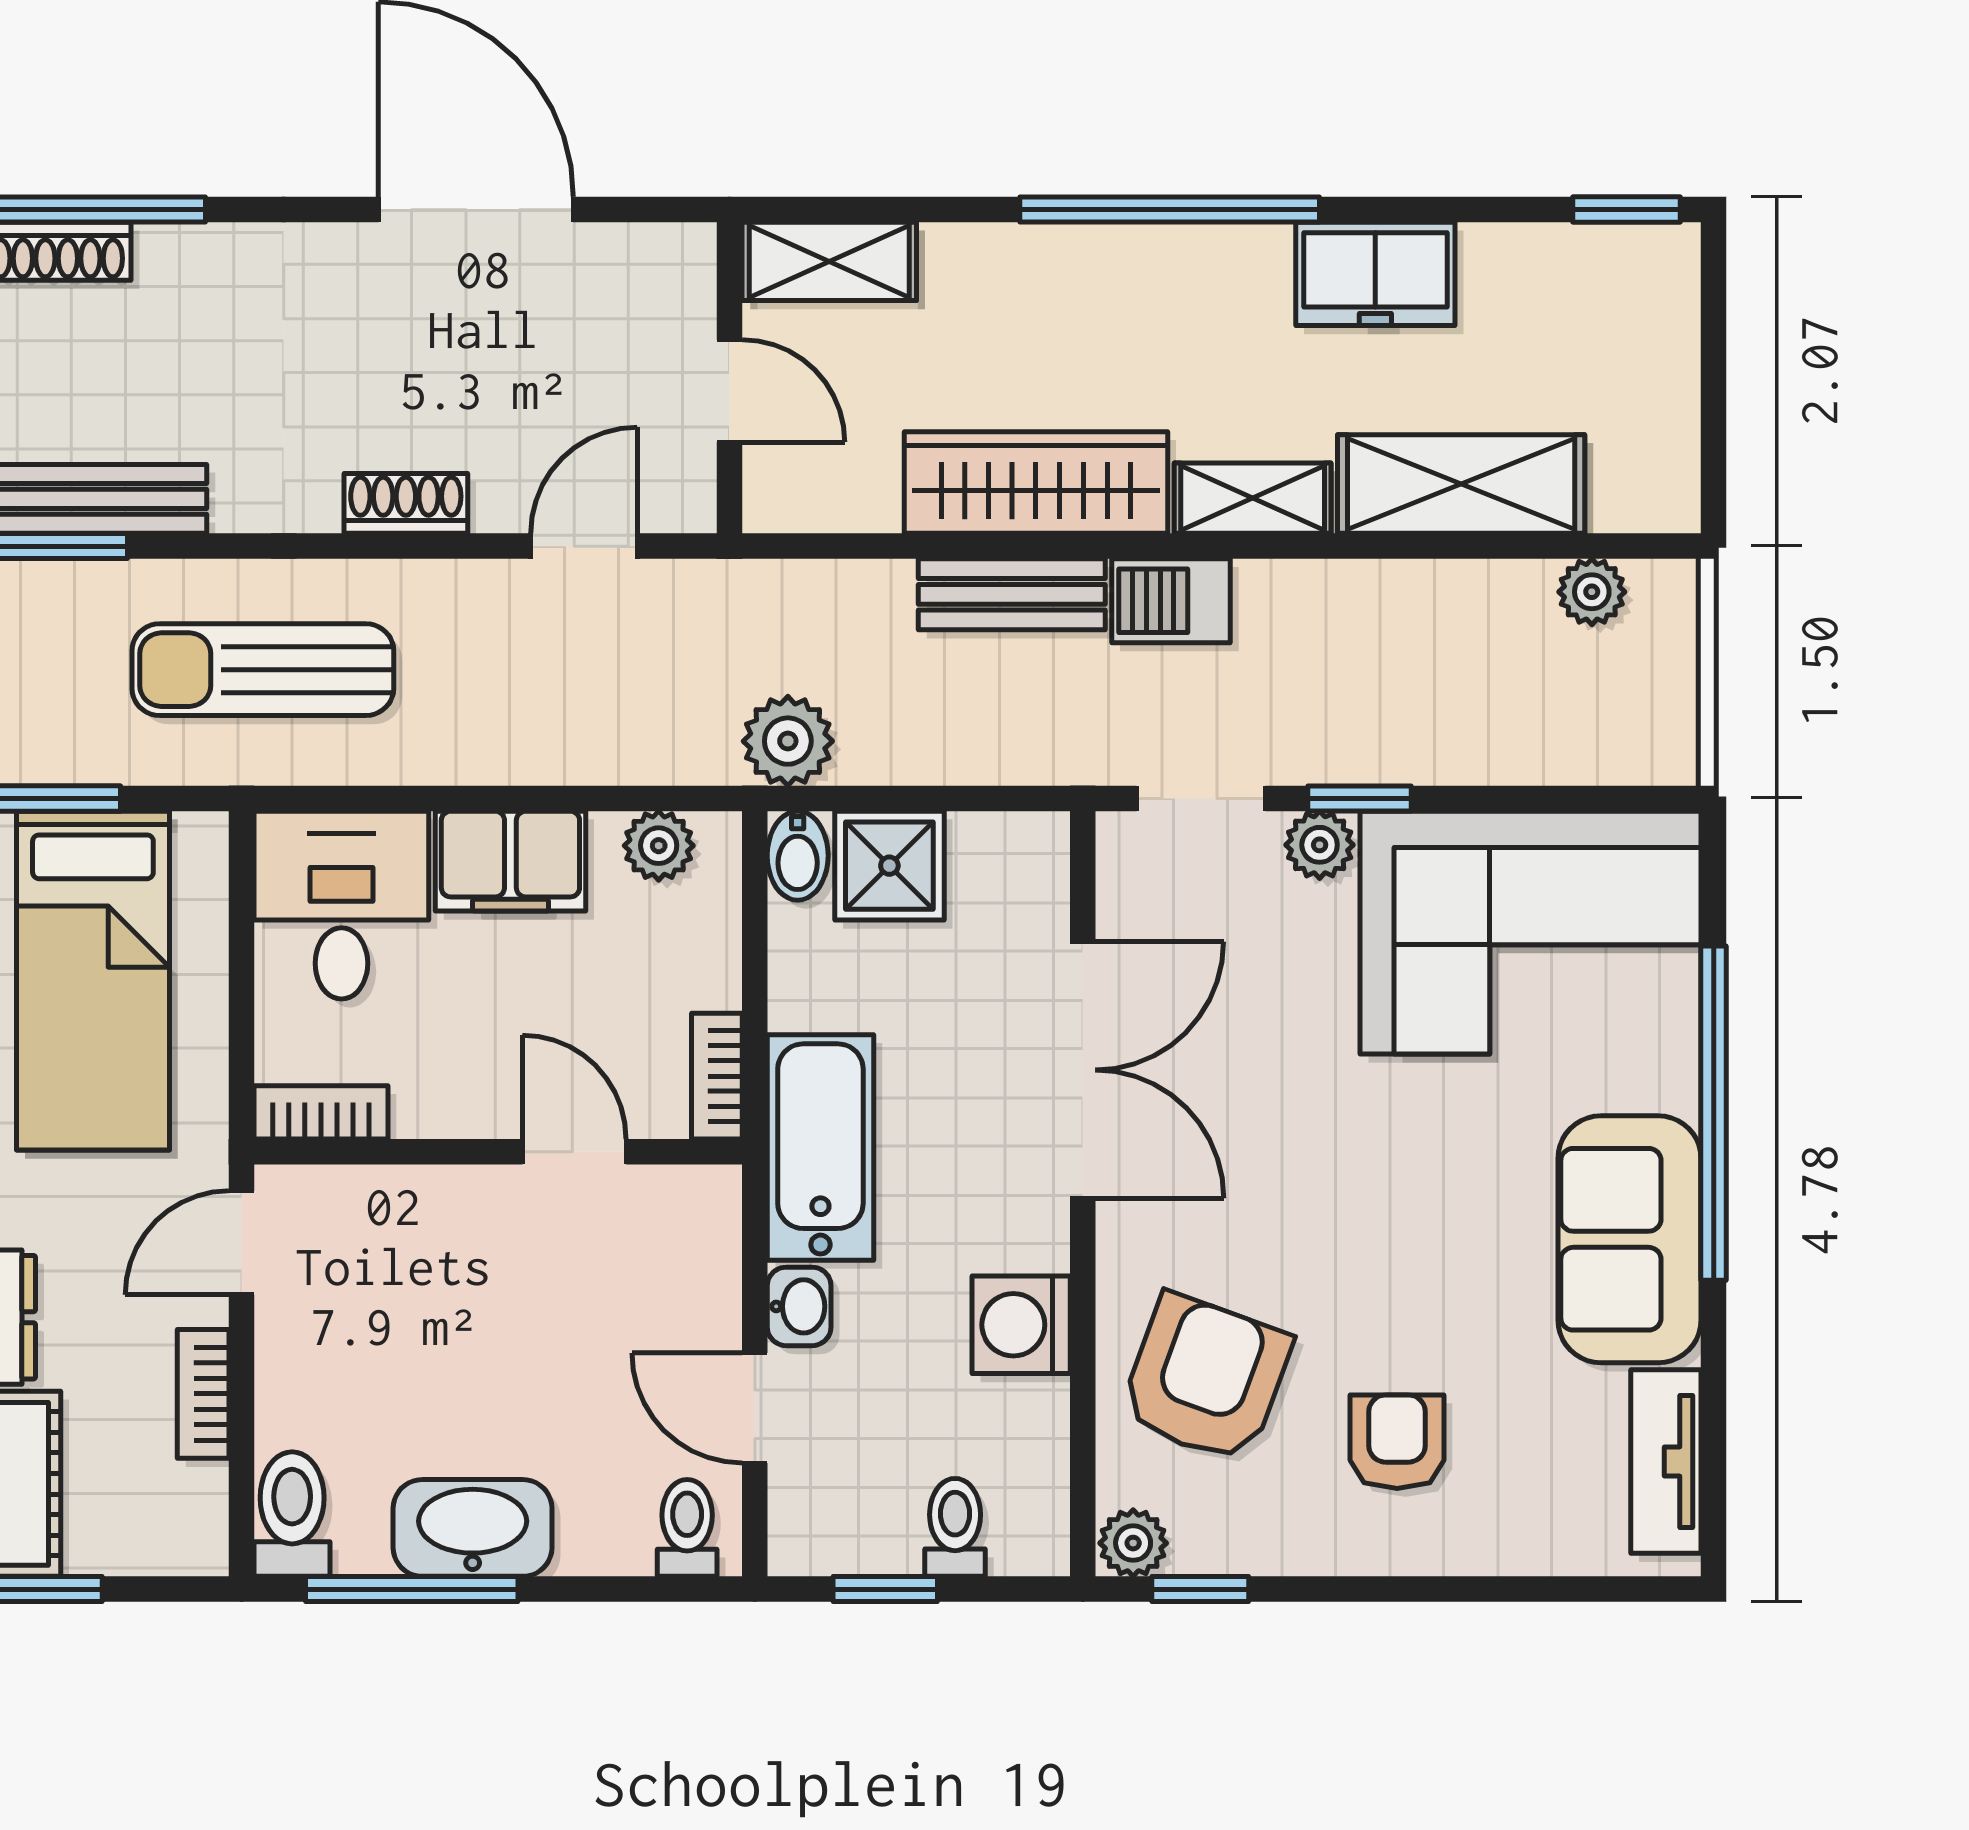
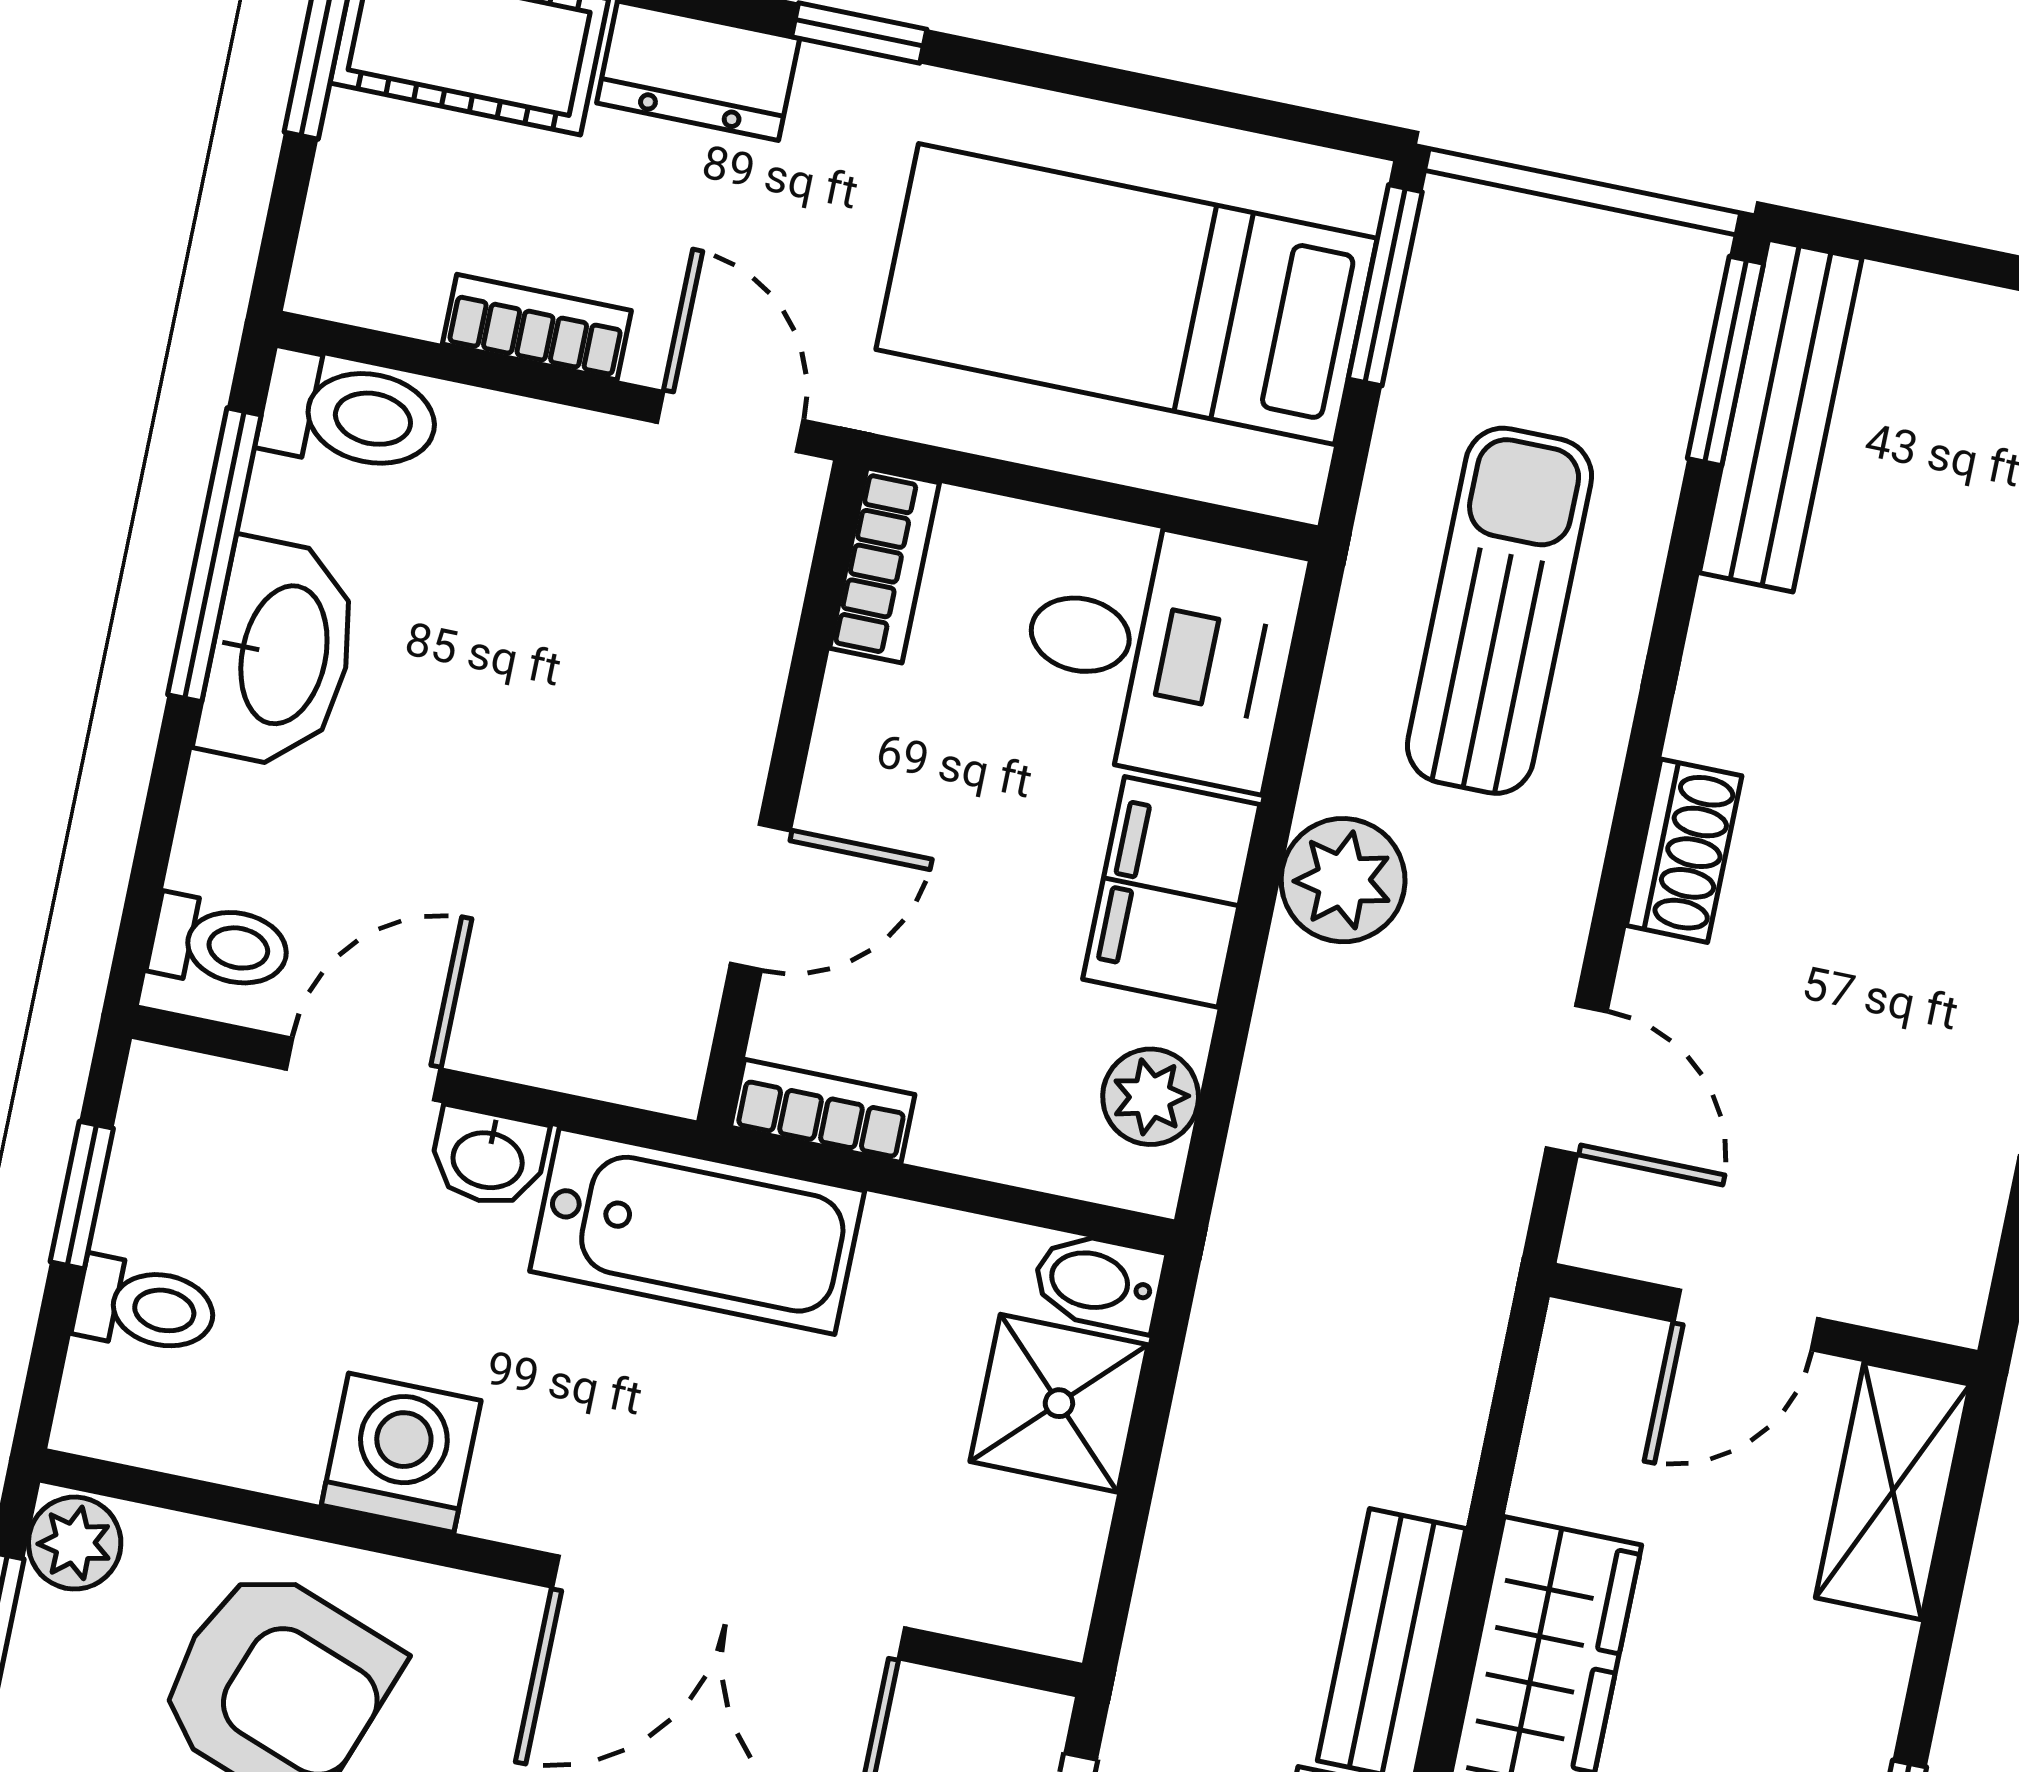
plant: (788, 741) -> (1343, 880), moved

